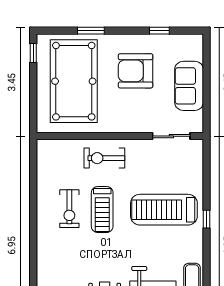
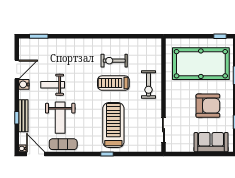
armchair: (136, 71) -> (208, 106), turned 90
sofa: (189, 86) -> (211, 142), moved
exercise bike: (104, 158) -> (148, 85), turned 180

